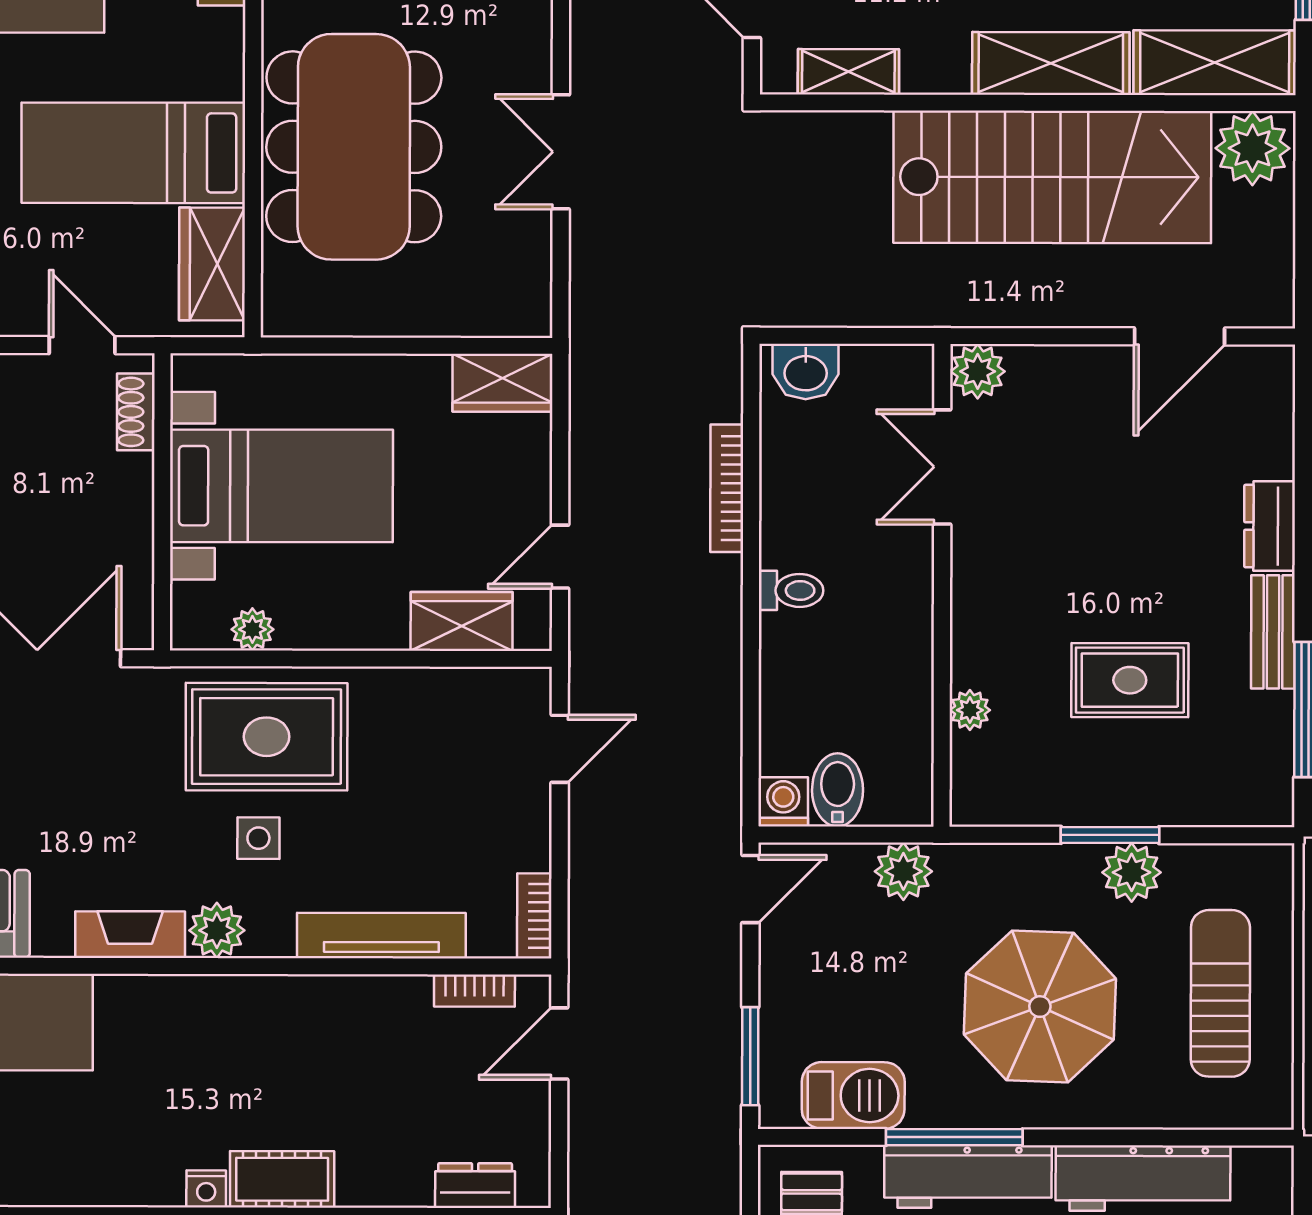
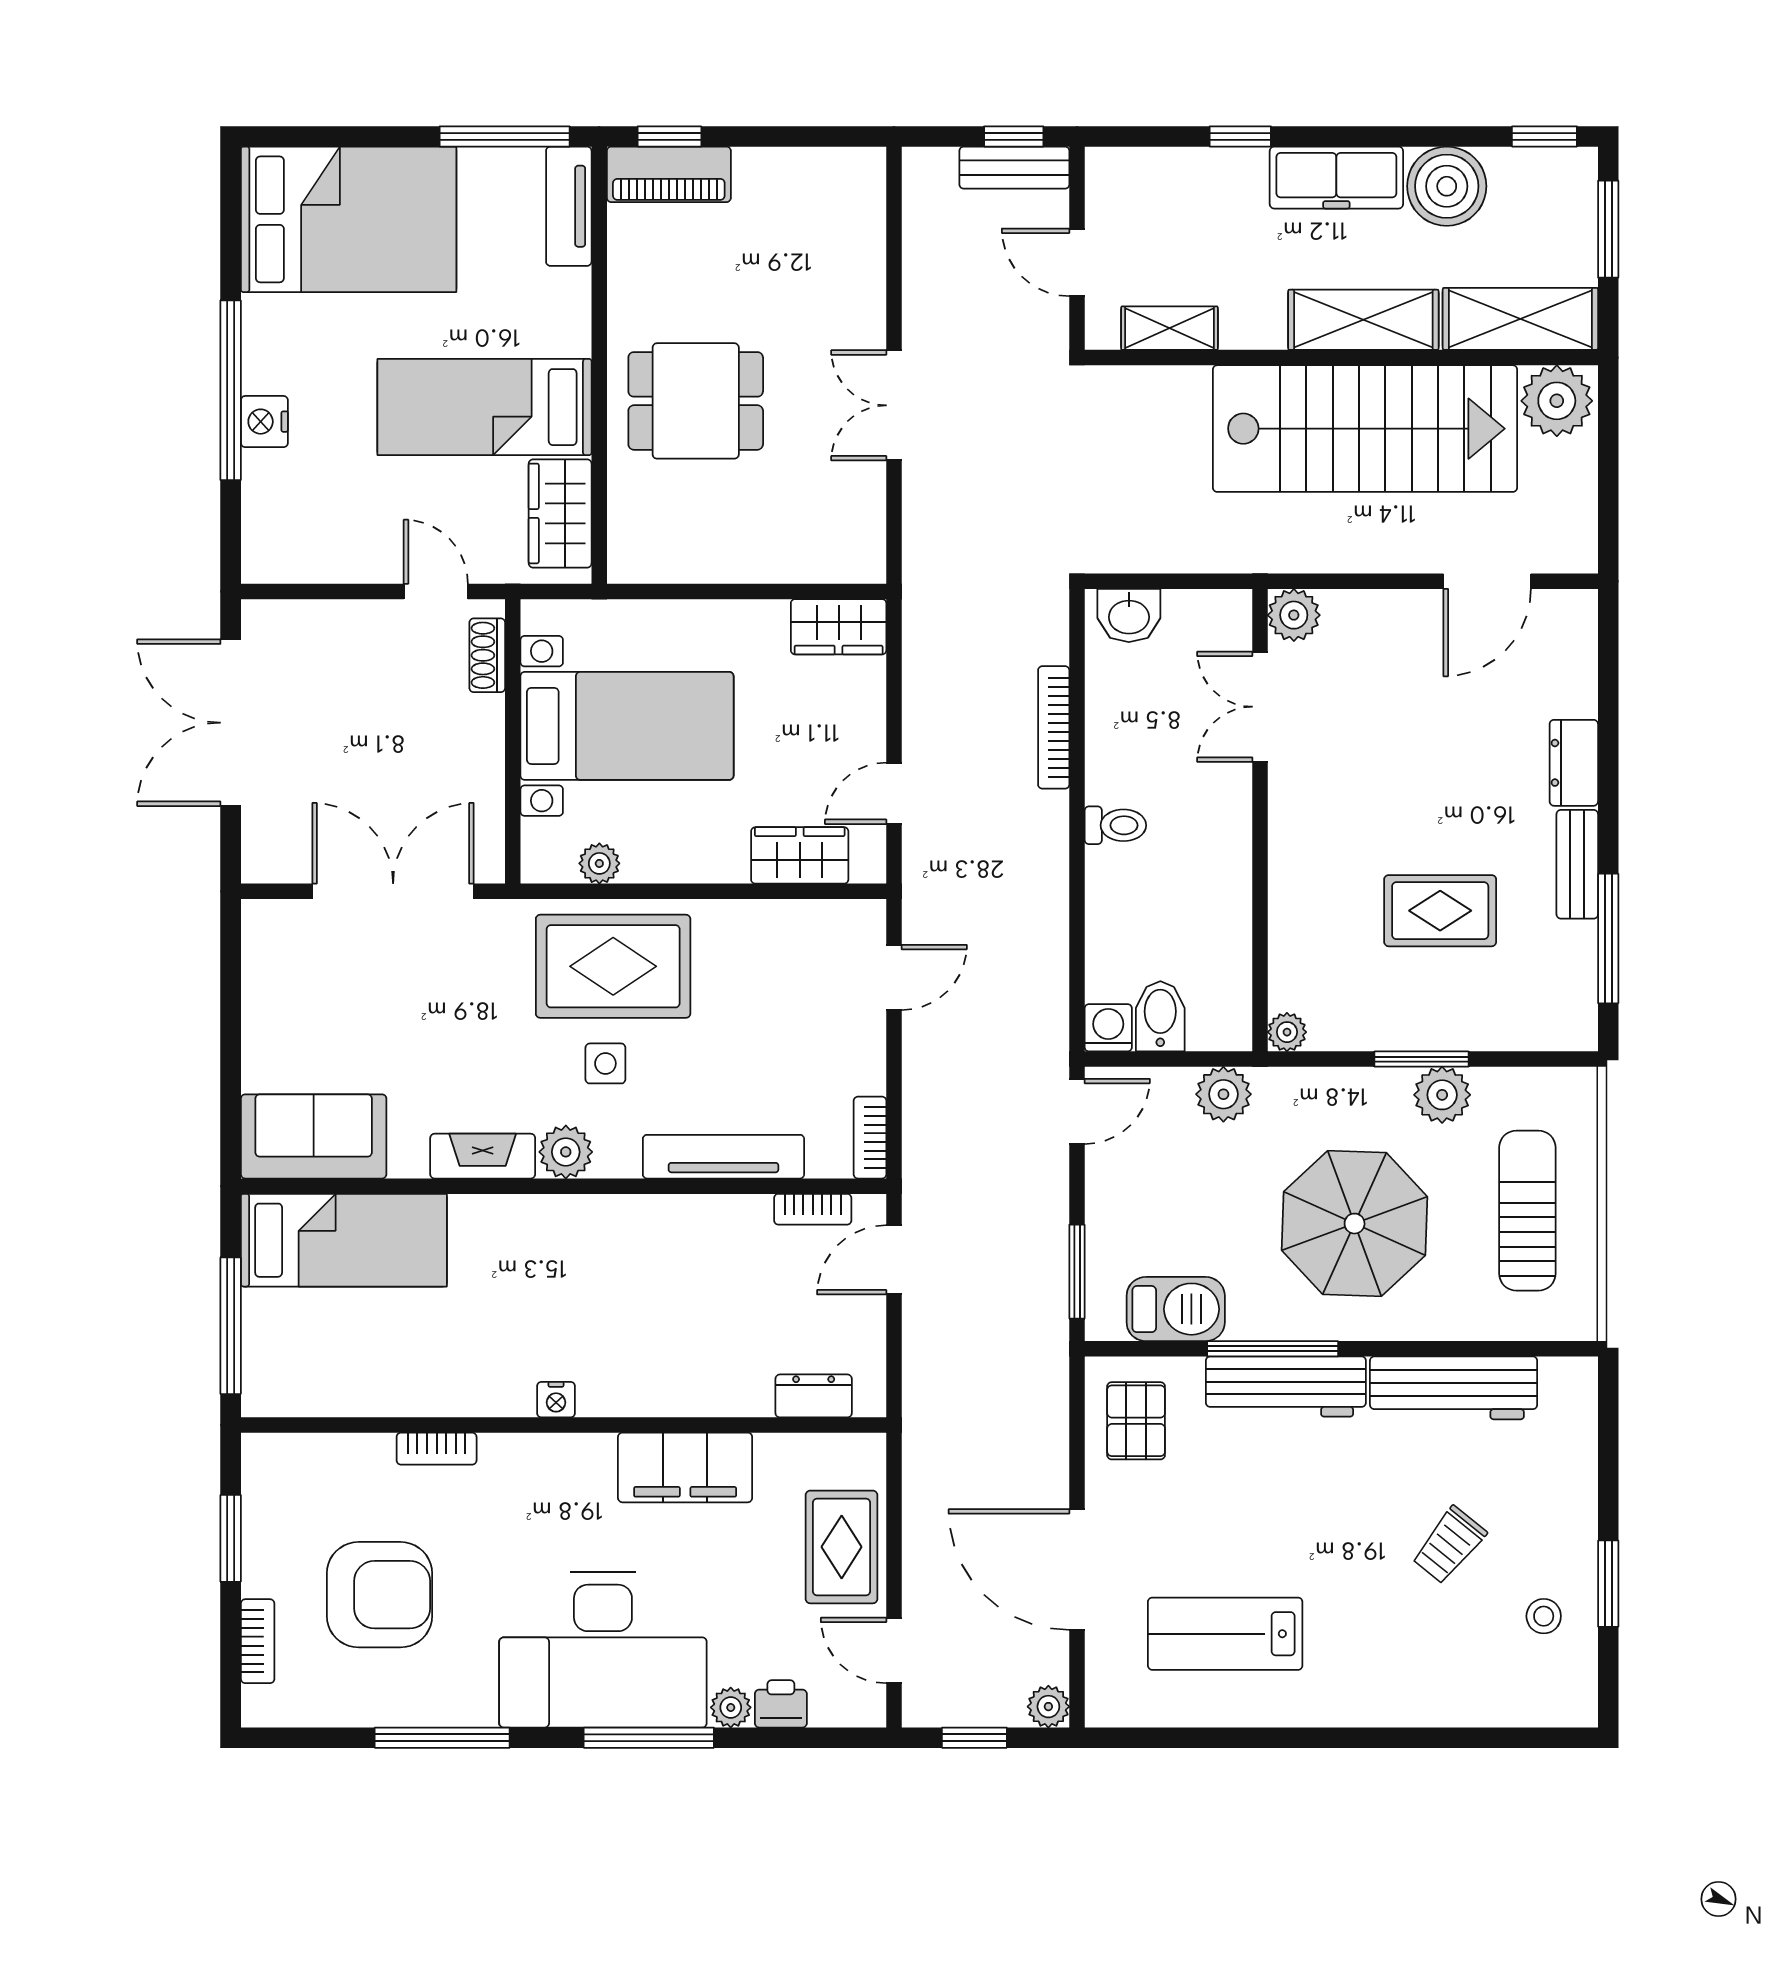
dining table: (354, 147) -> (696, 401), width x0.53, depth x0.80
plant: (970, 710) -> (1287, 1032), moved
cot: (282, 1179) -> (629, 1390), removed

